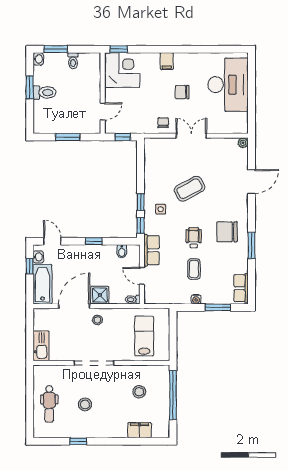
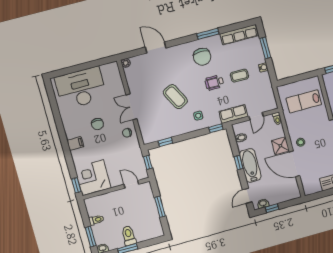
window: (141, 202) -> (165, 142), moved
bathtub: (42, 284) -> (250, 165), moved, turned 90
row of seats: (241, 288) -> (239, 35), width x1.48

